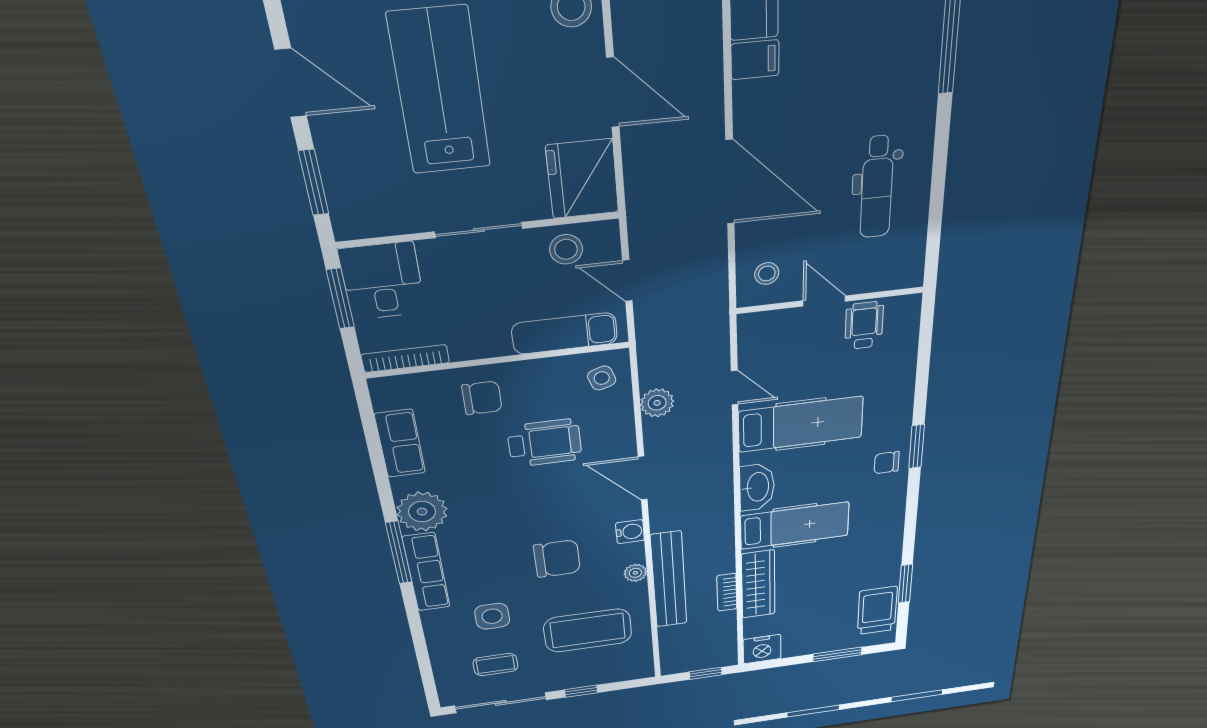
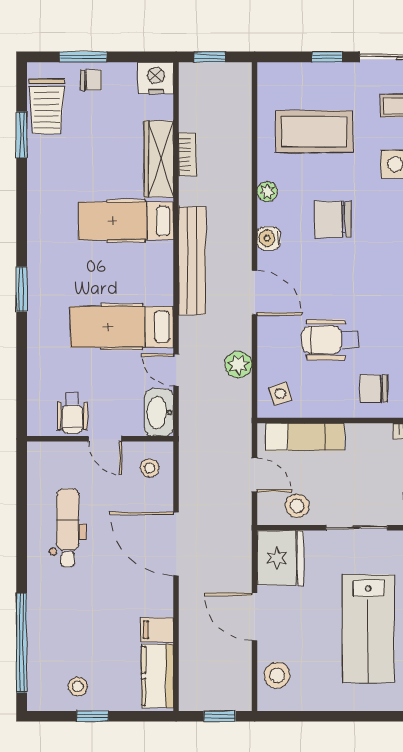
chair: (887, 463) -> (91, 80), moved
washbasin: (757, 487) -> (159, 412), moved
bench: (669, 580) -> (192, 261), moved

